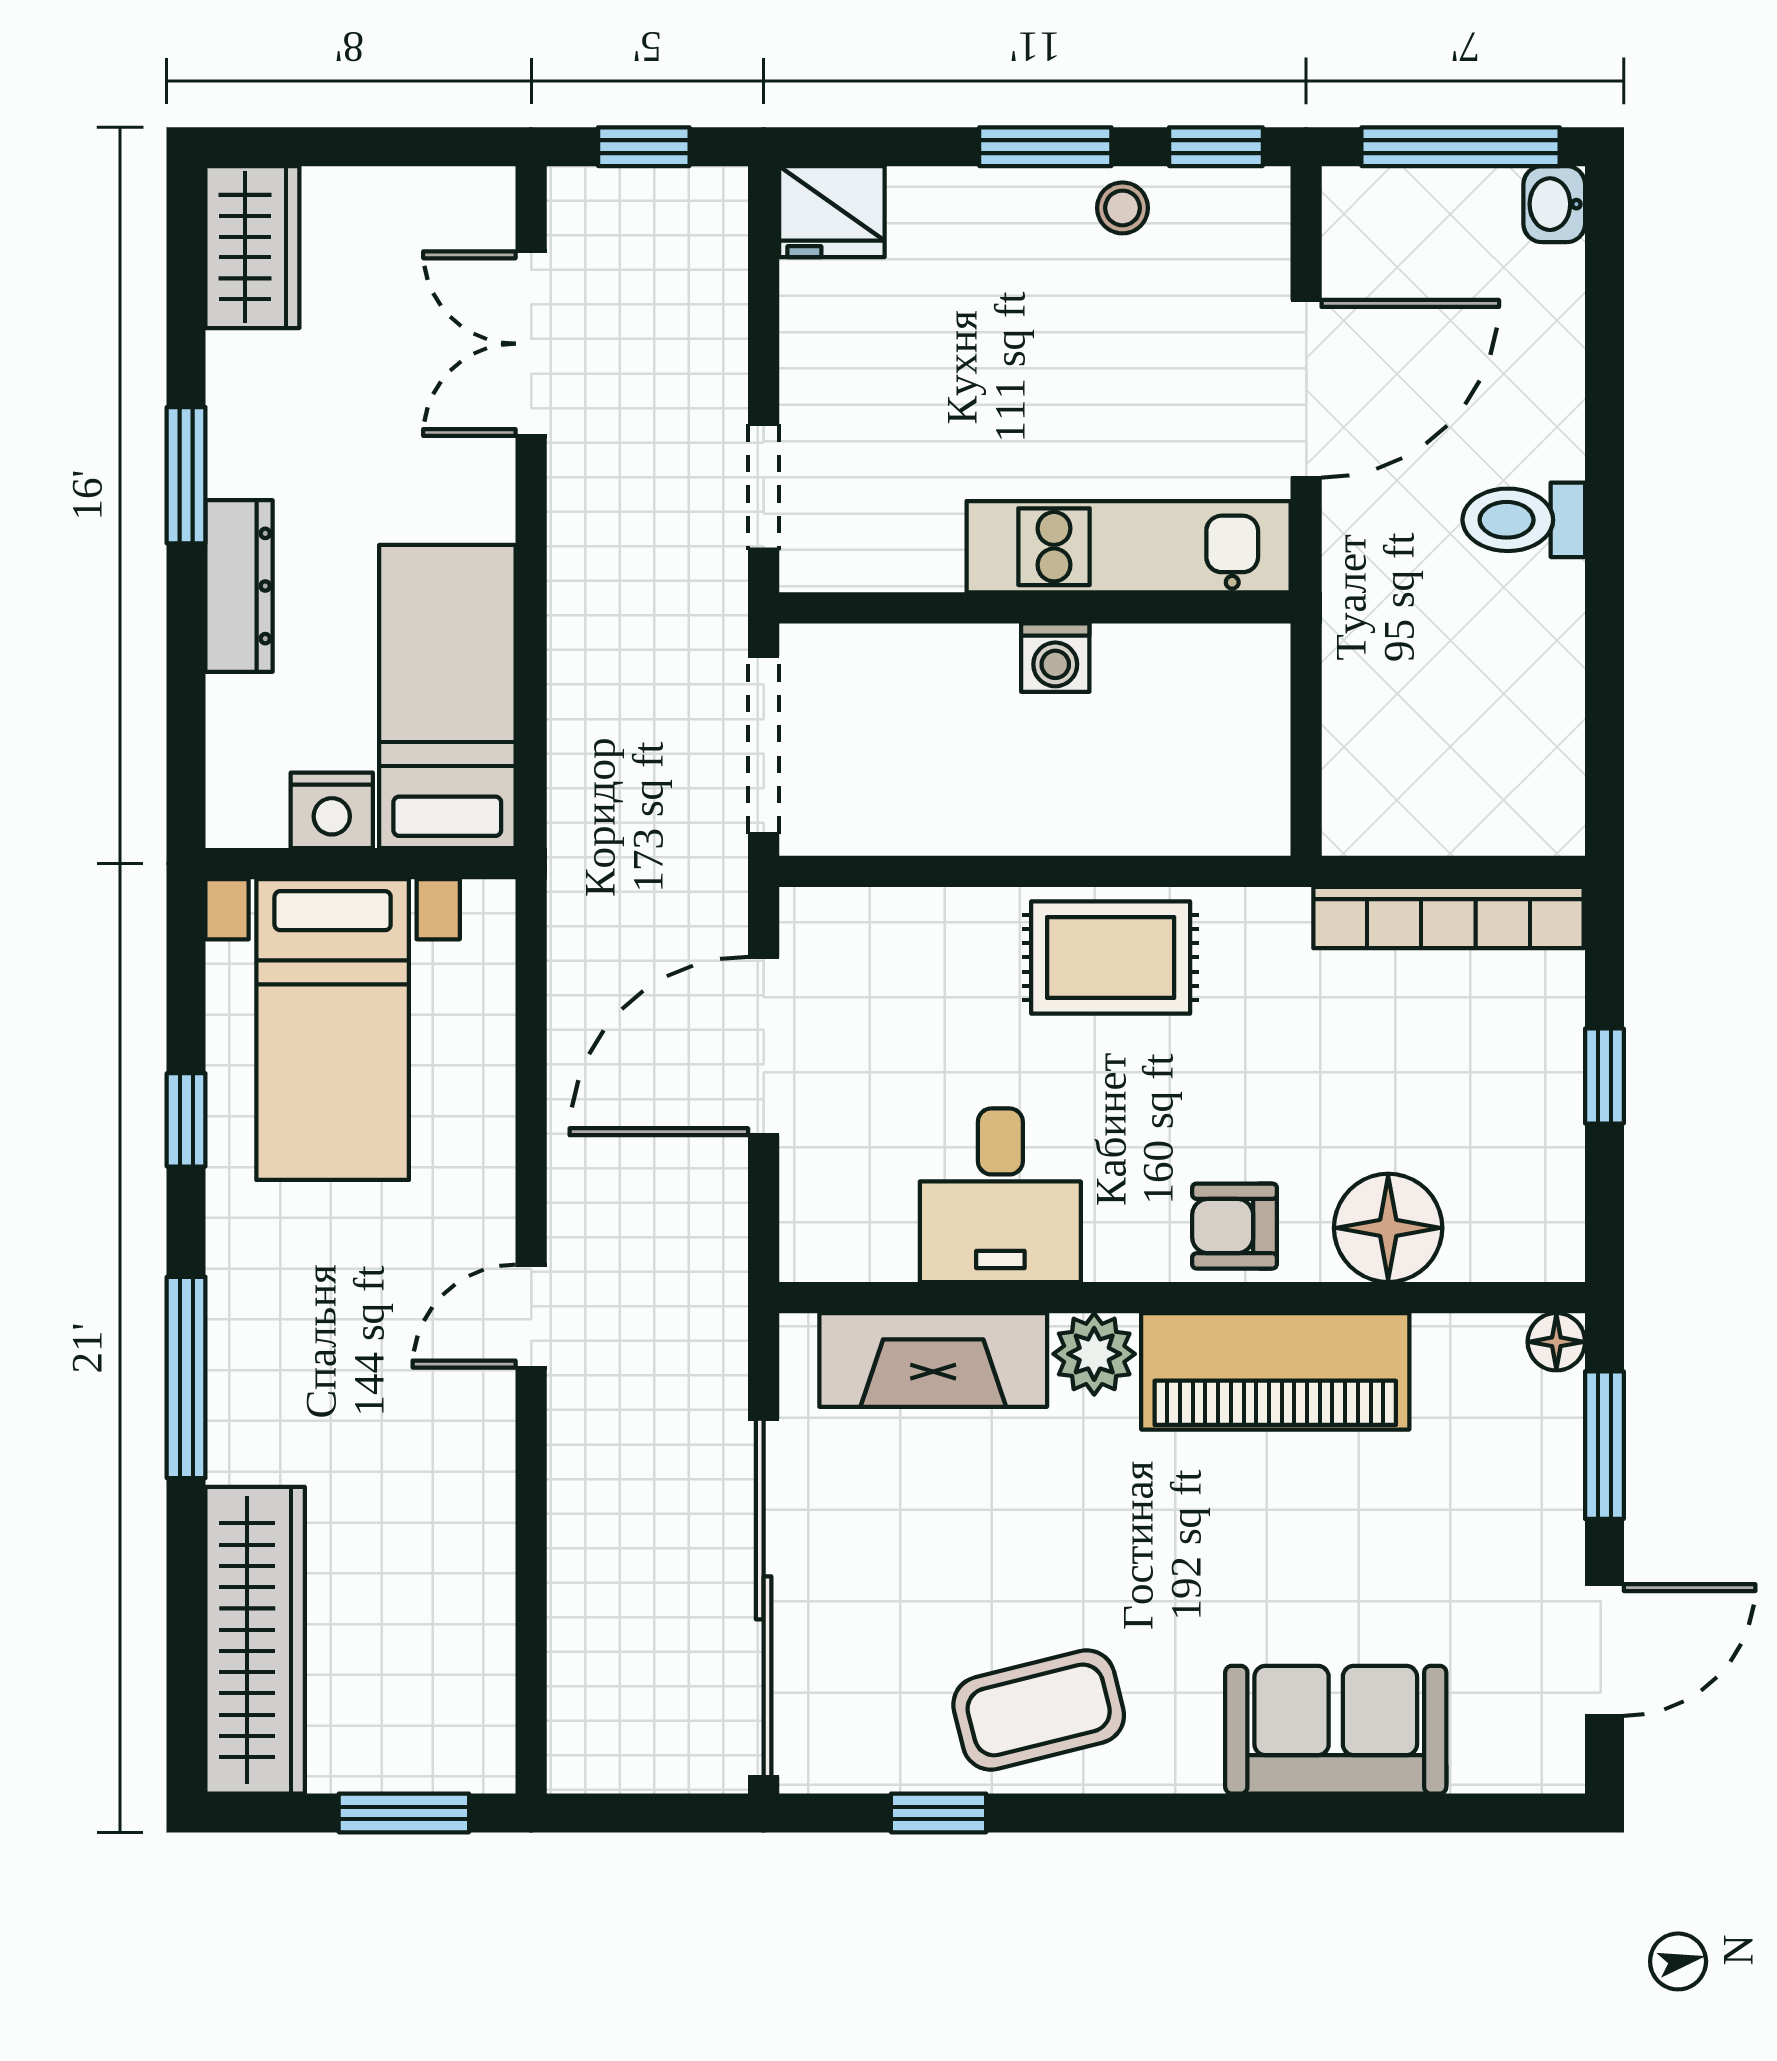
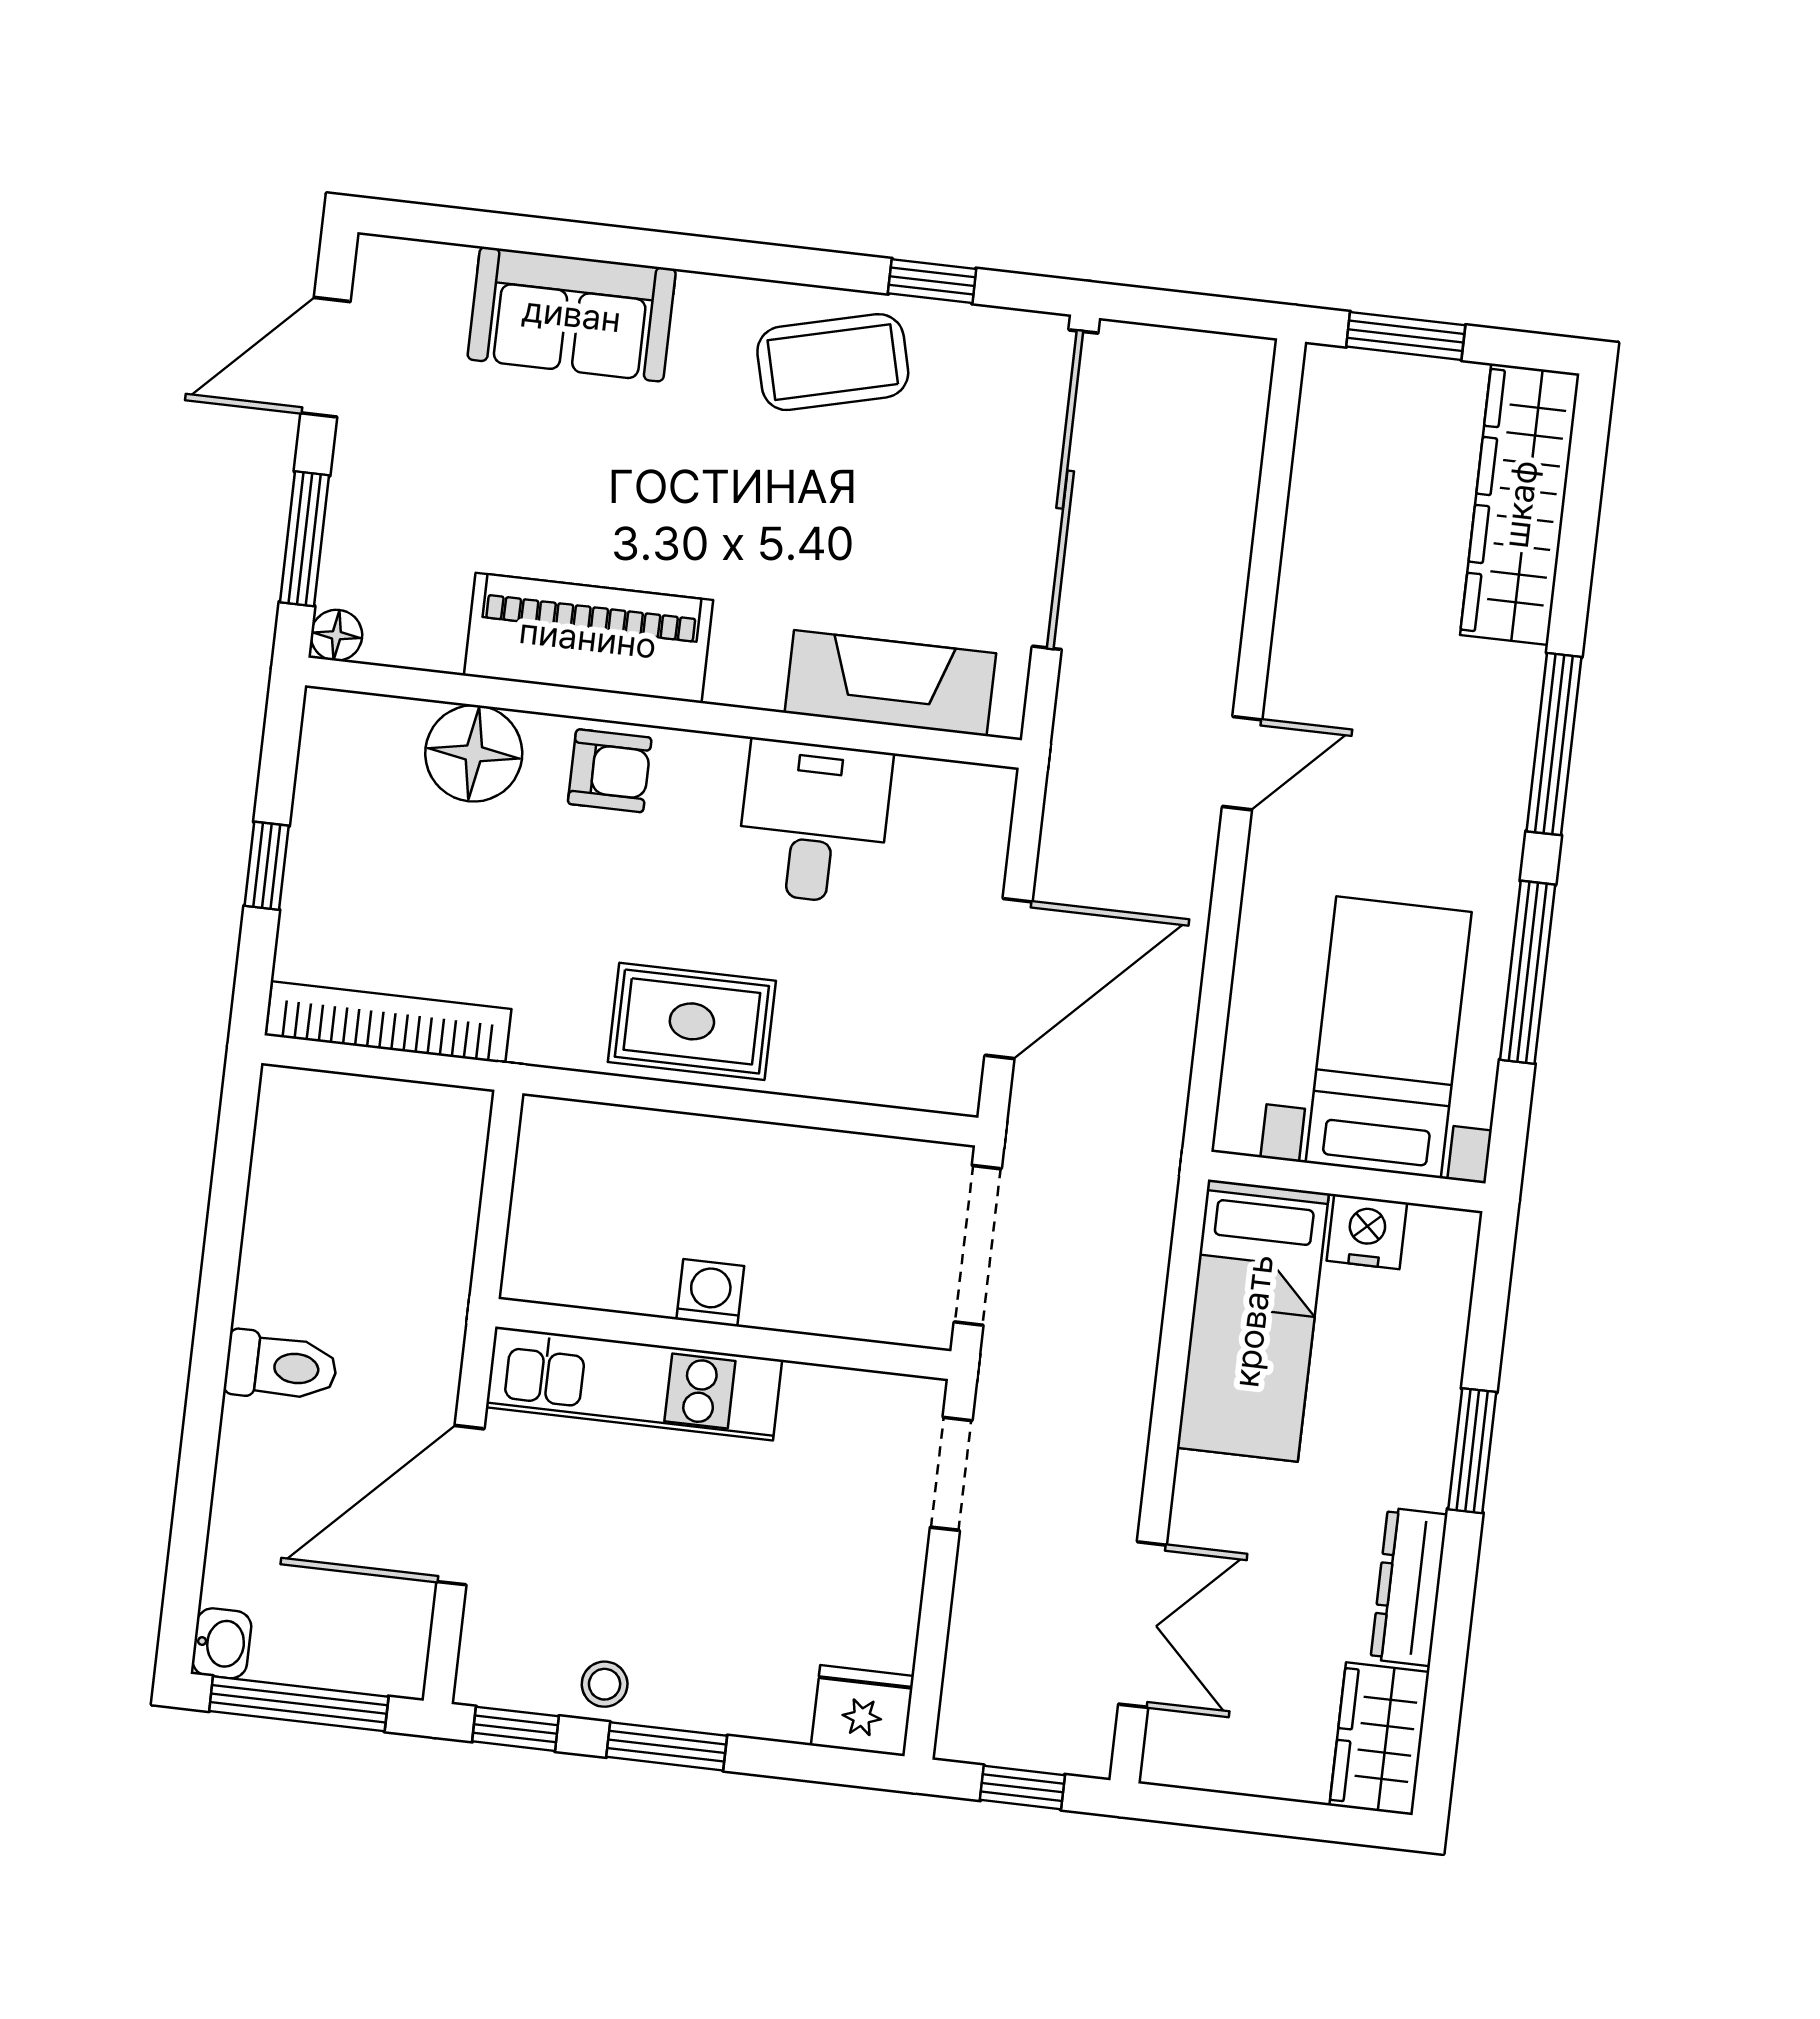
window: (186, 475) -> (1472, 1451), moved
dresser: (239, 586) -> (1409, 1587), moved
window: (186, 1120) -> (1528, 972), width x2.17
plant: (1094, 1354) -> (747, 672), removed

